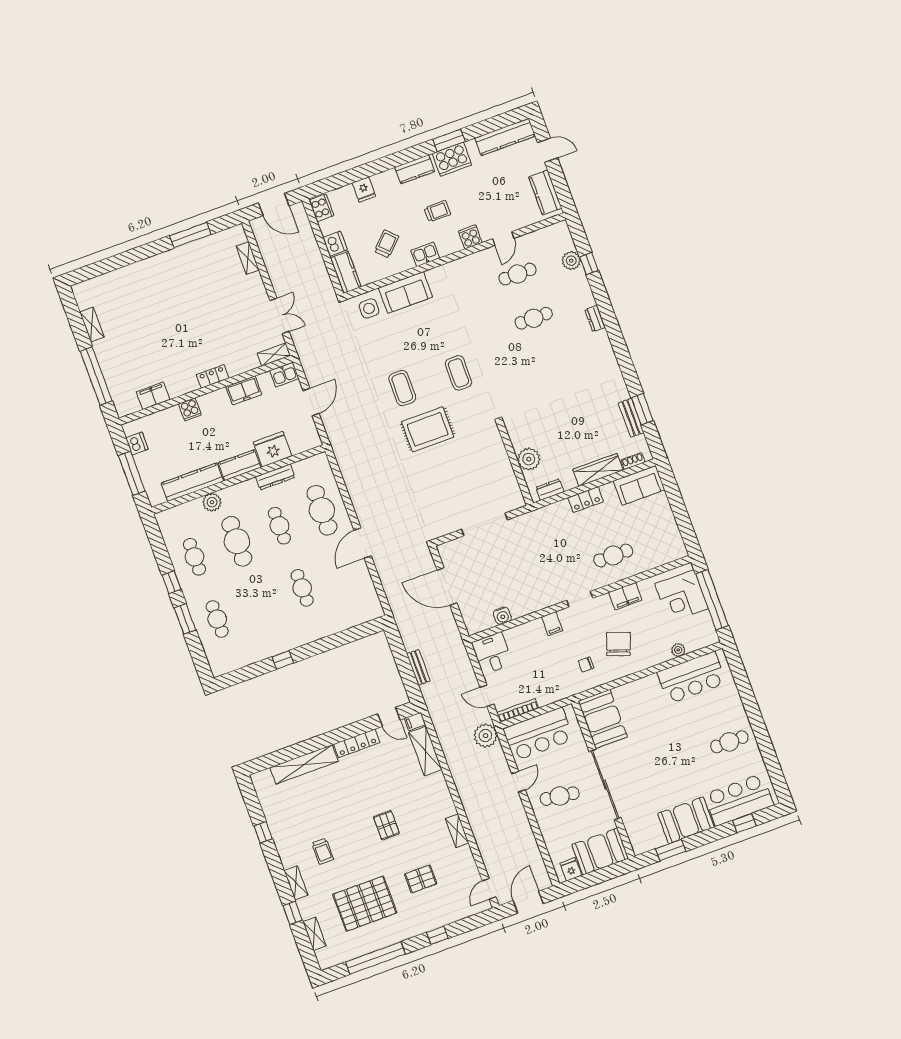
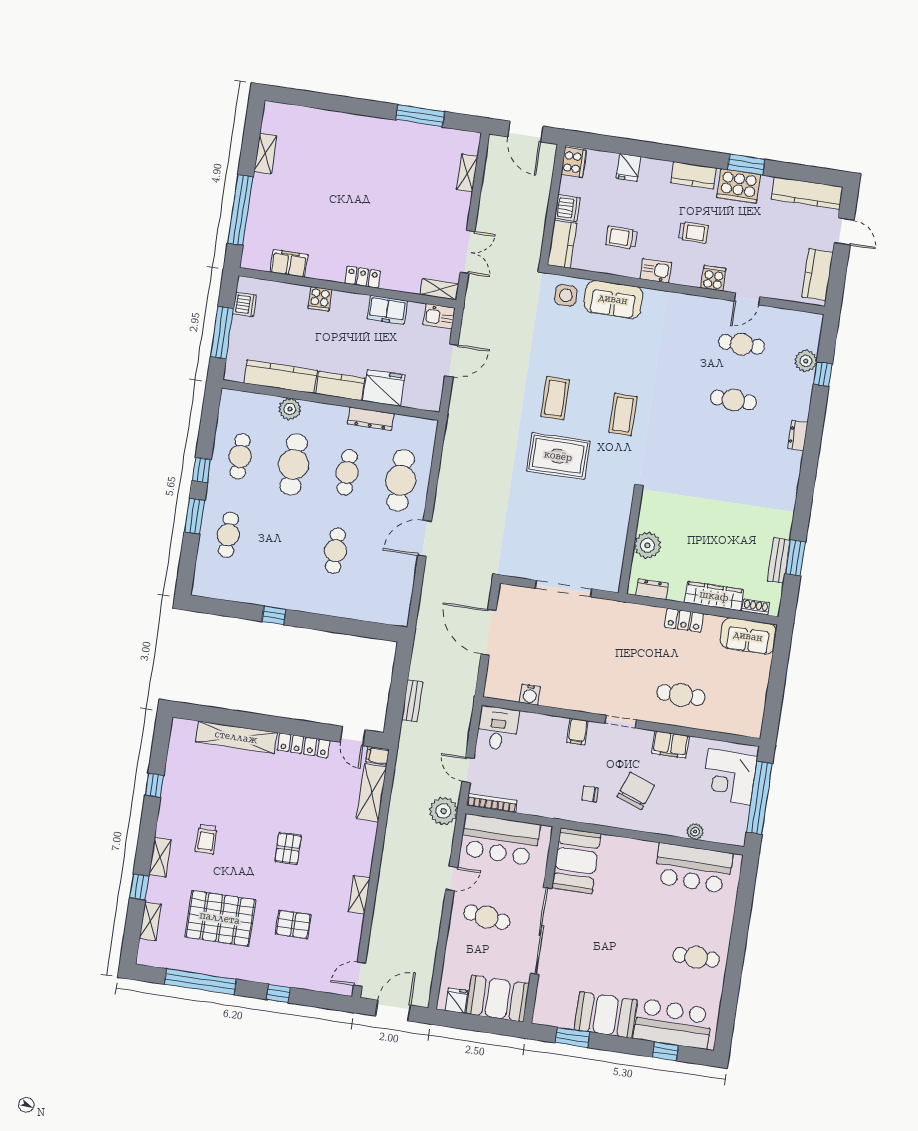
trolley: (387, 244) -> (621, 237), turned -135

